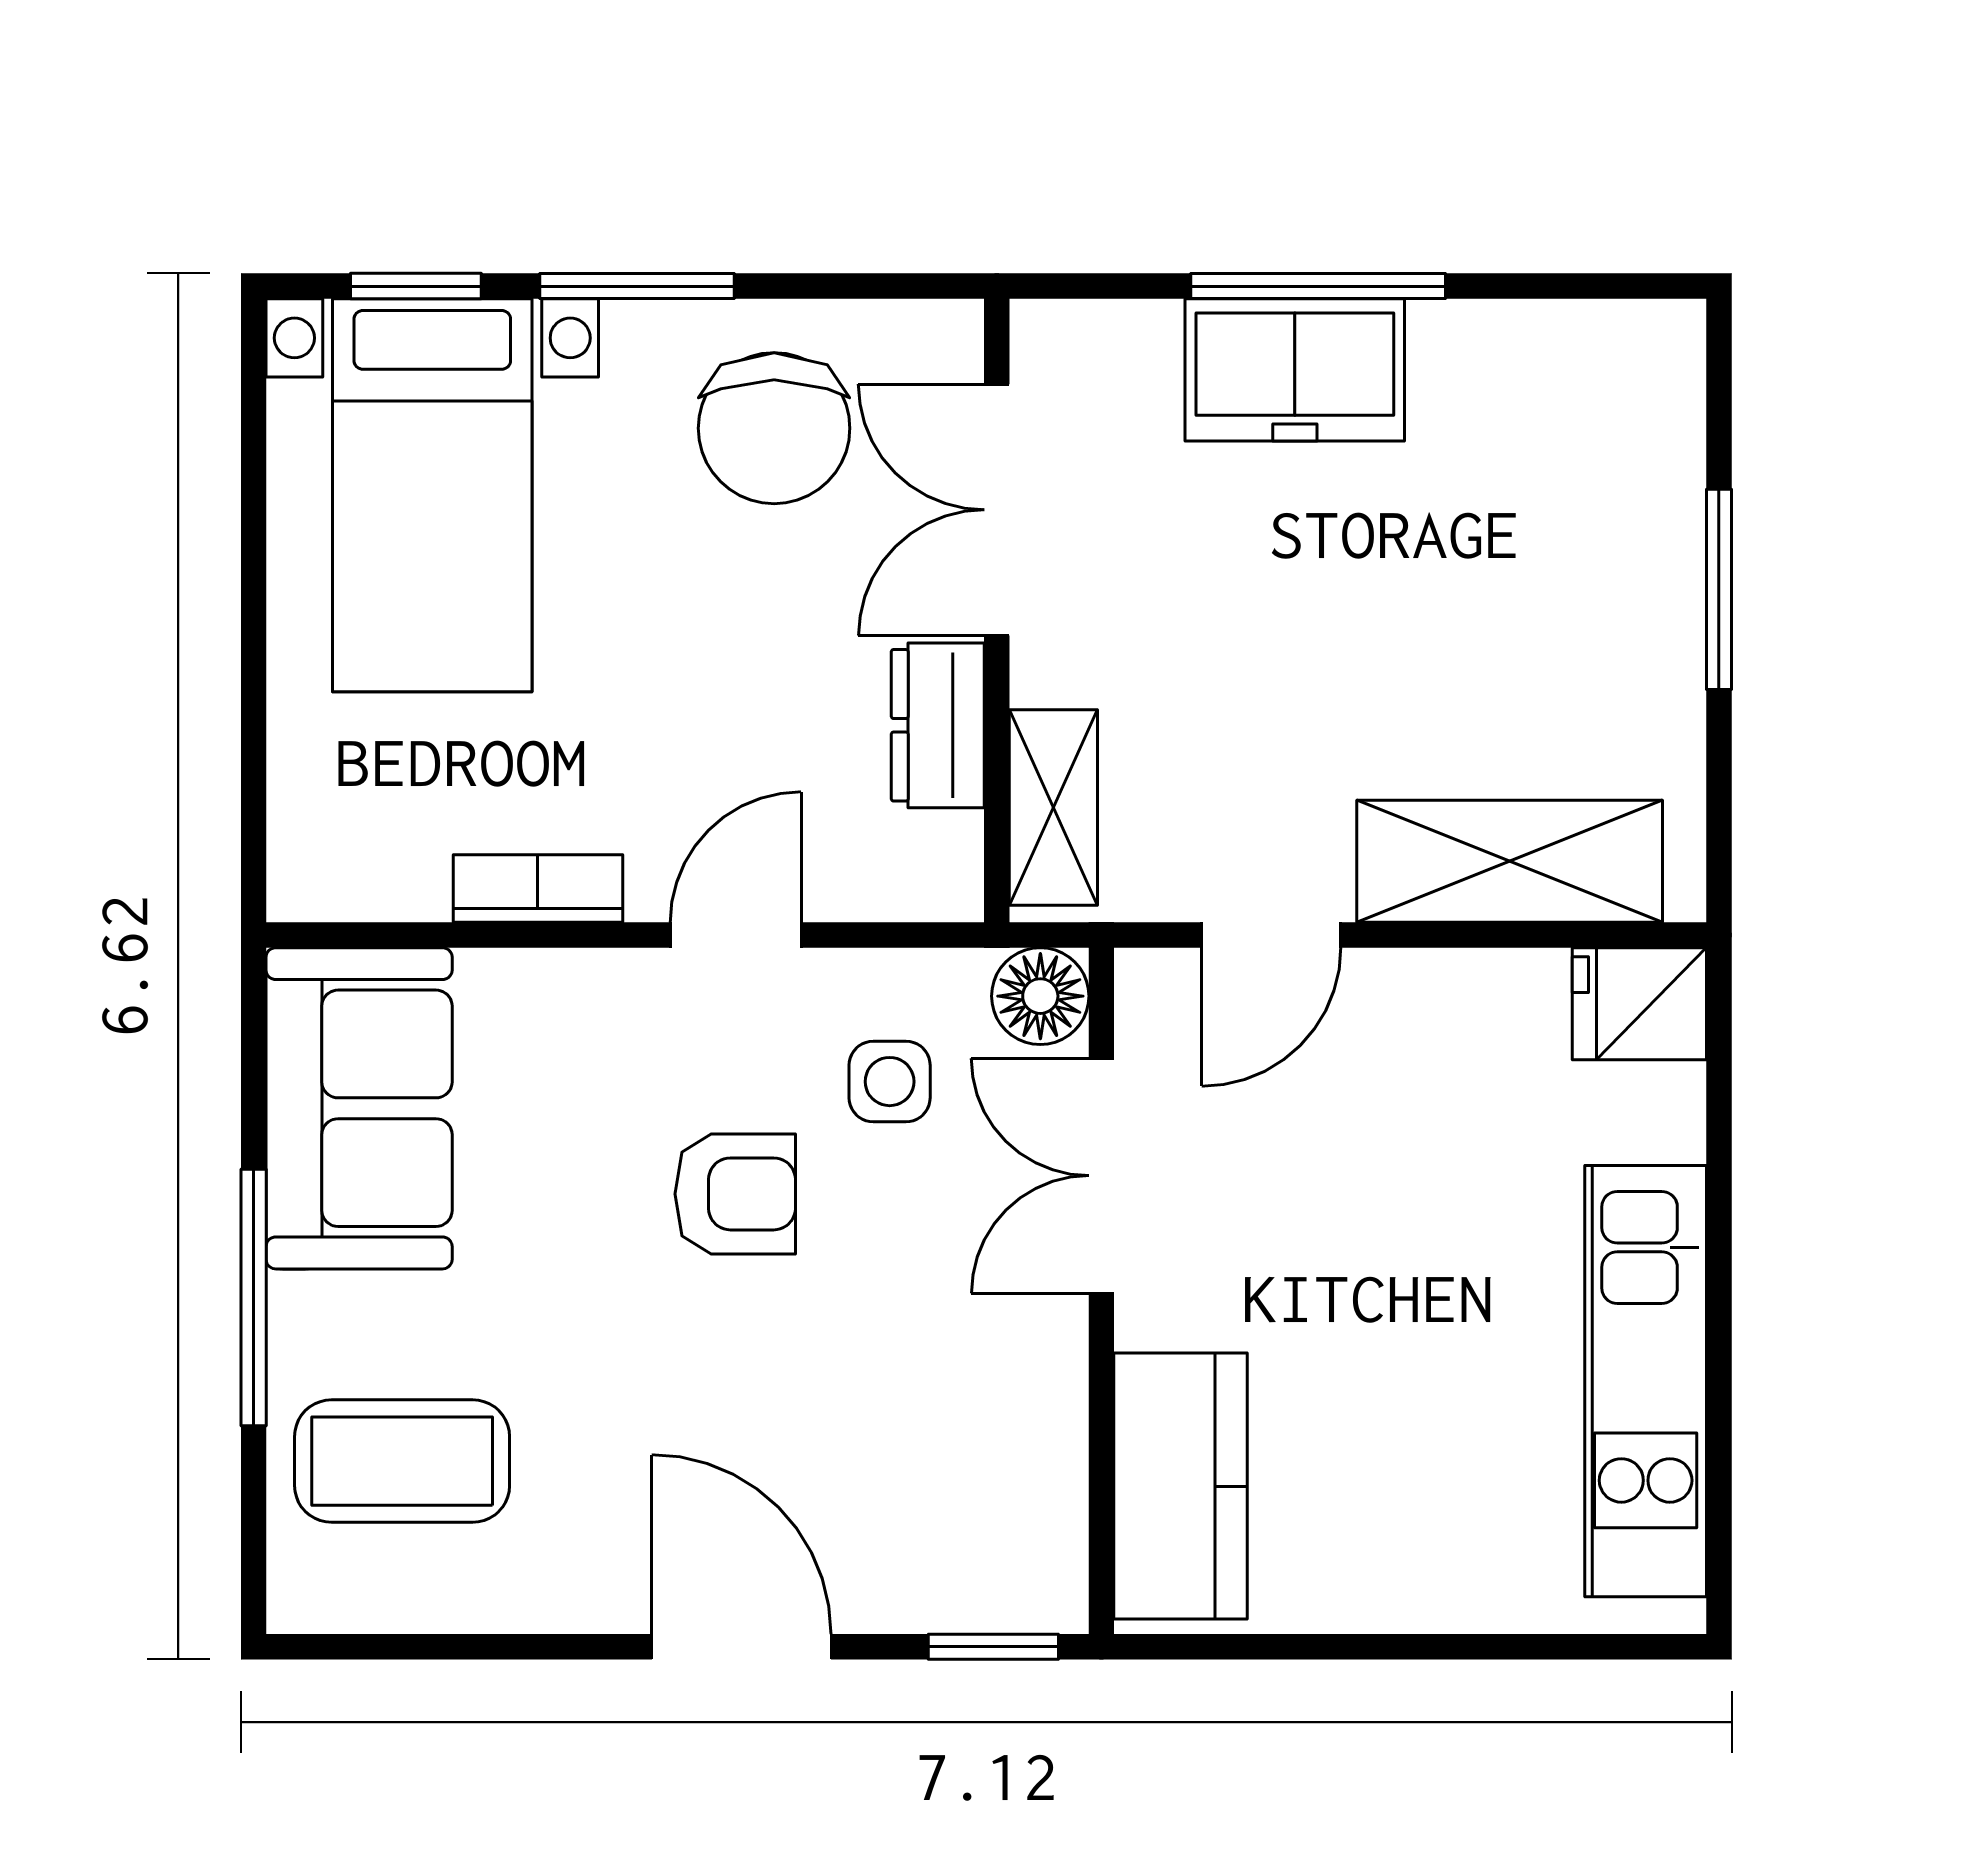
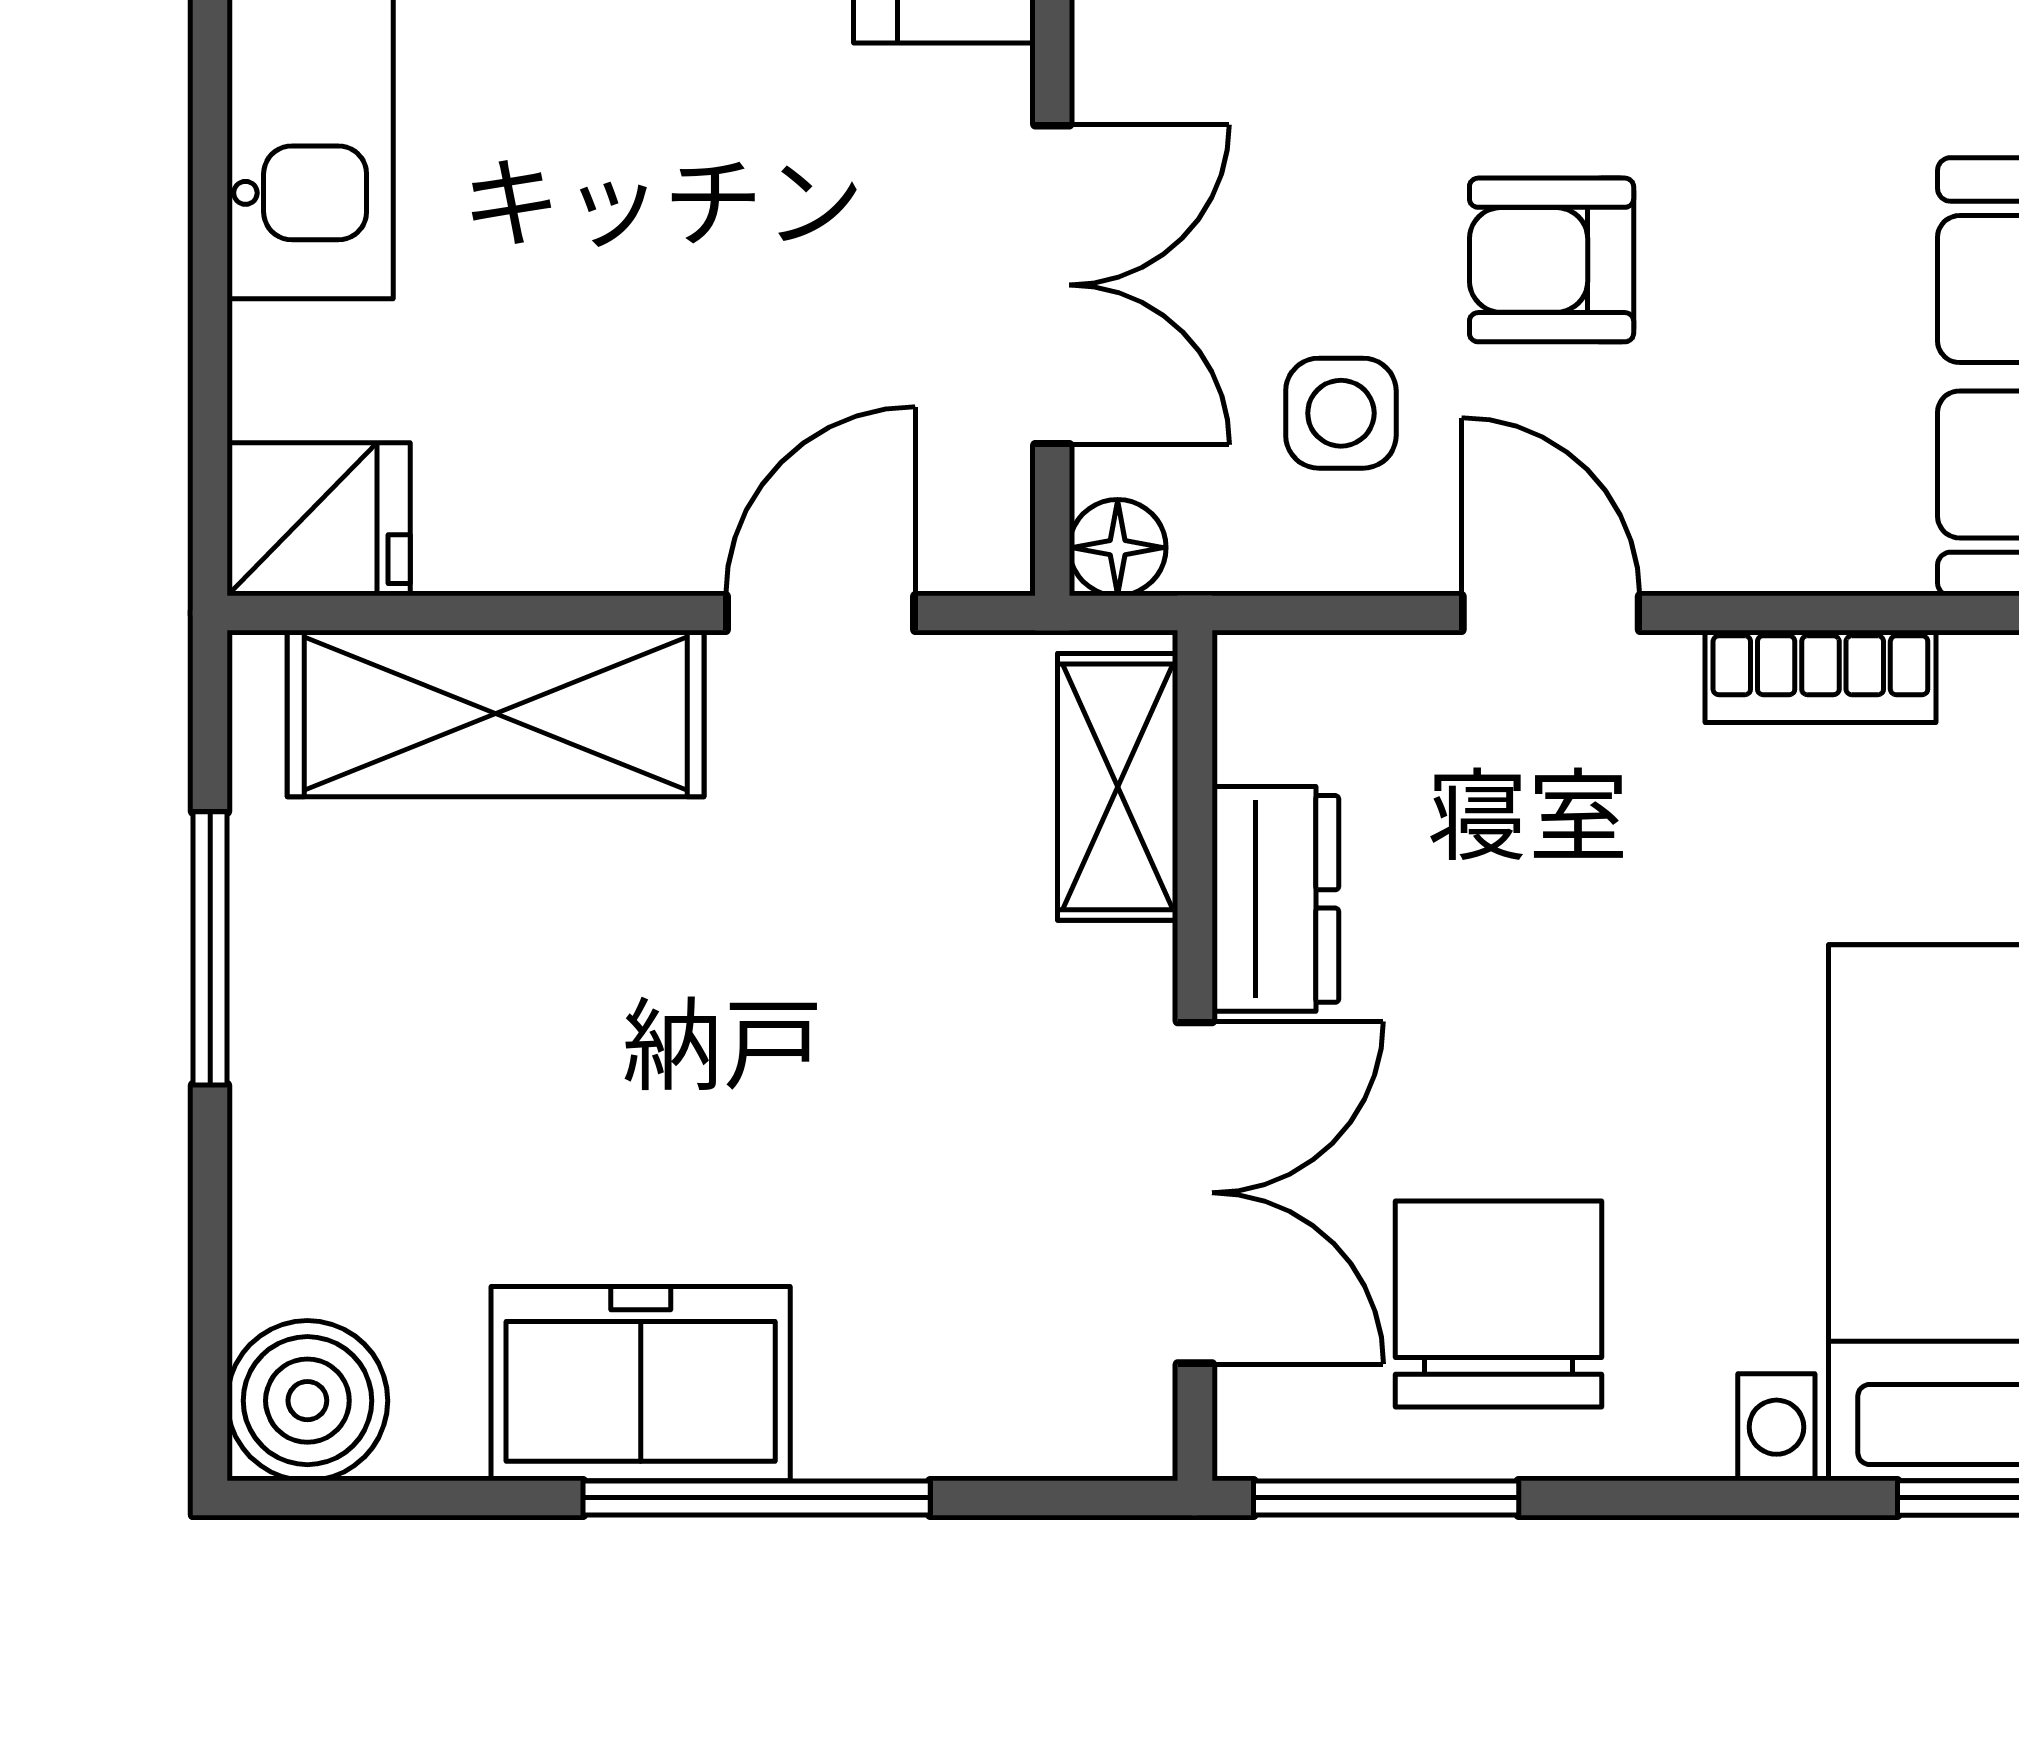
window: (637, 286) -> (1386, 1498), moved
boiler: (1648, 357) -> (307, 1401), added
freezer: (1295, 370) -> (641, 1384), moved
window: (1719, 589) -> (210, 948), moved
door: (736, 935) -> (1551, 613), swing flipped
floor lamp: (1040, 996) -> (1118, 548), width x0.73, depth x0.73

